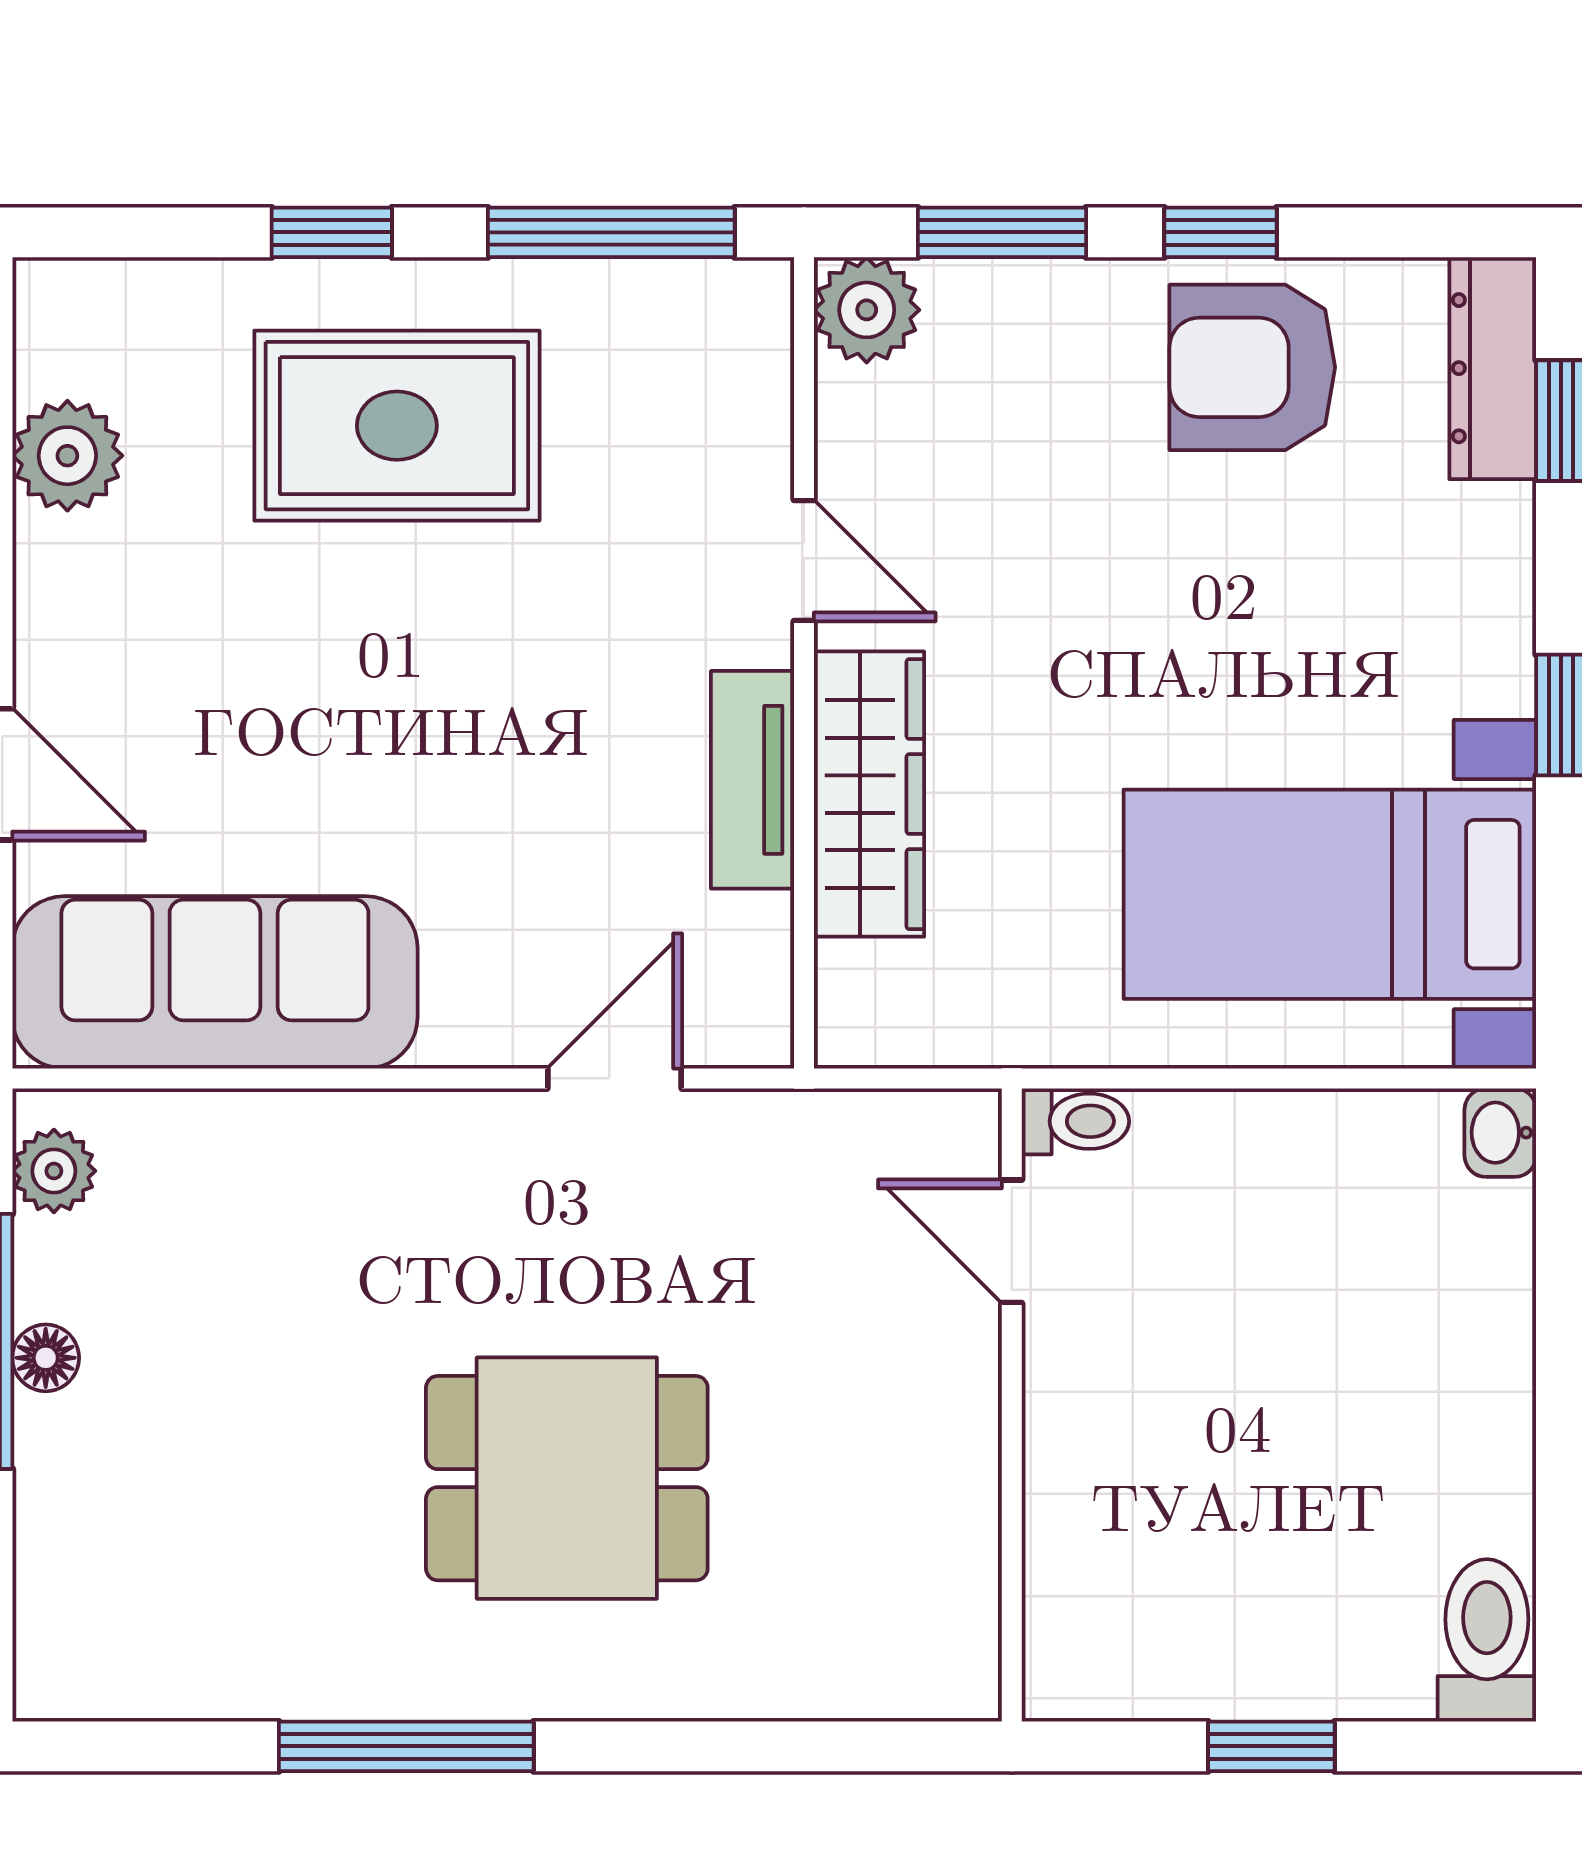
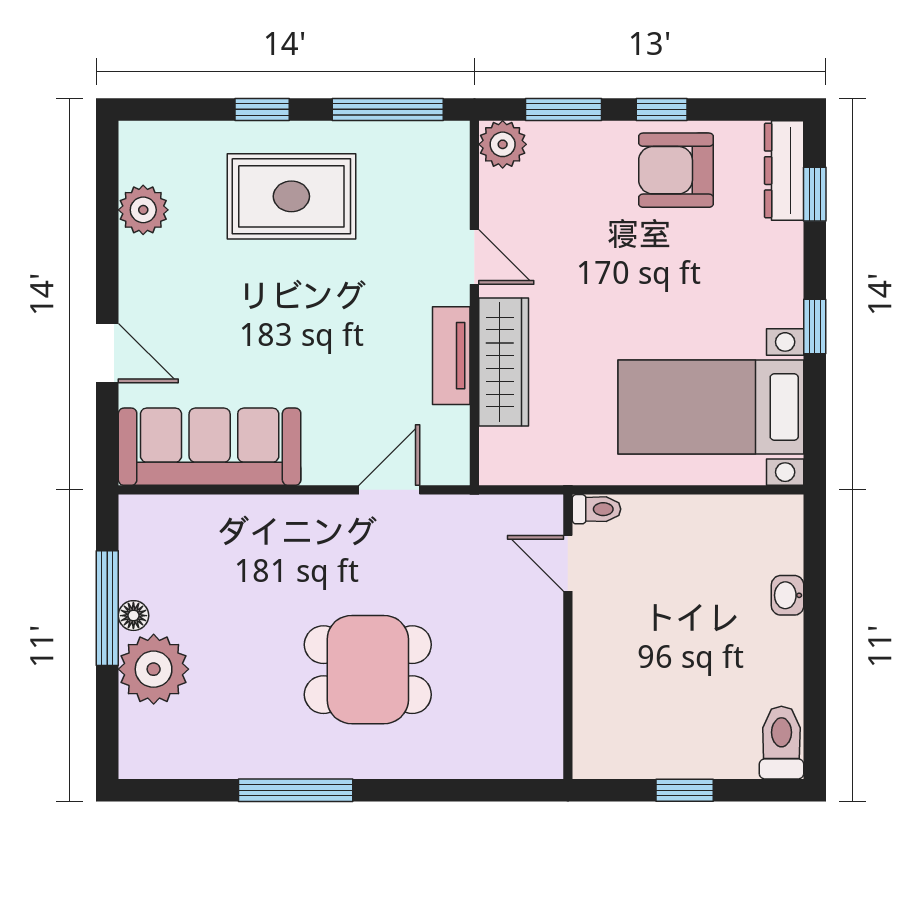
washbasin: (1500, 1133) -> (788, 595), moved
plant: (54, 1171) -> (154, 669), moved, width x1.88, depth x1.88

